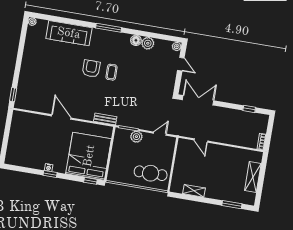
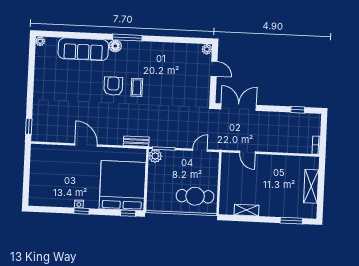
floor lamp: (136, 40) -> (115, 46), moved
plant: (148, 43) -> (174, 50), removed
plant: (136, 137) -> (155, 156), moved

